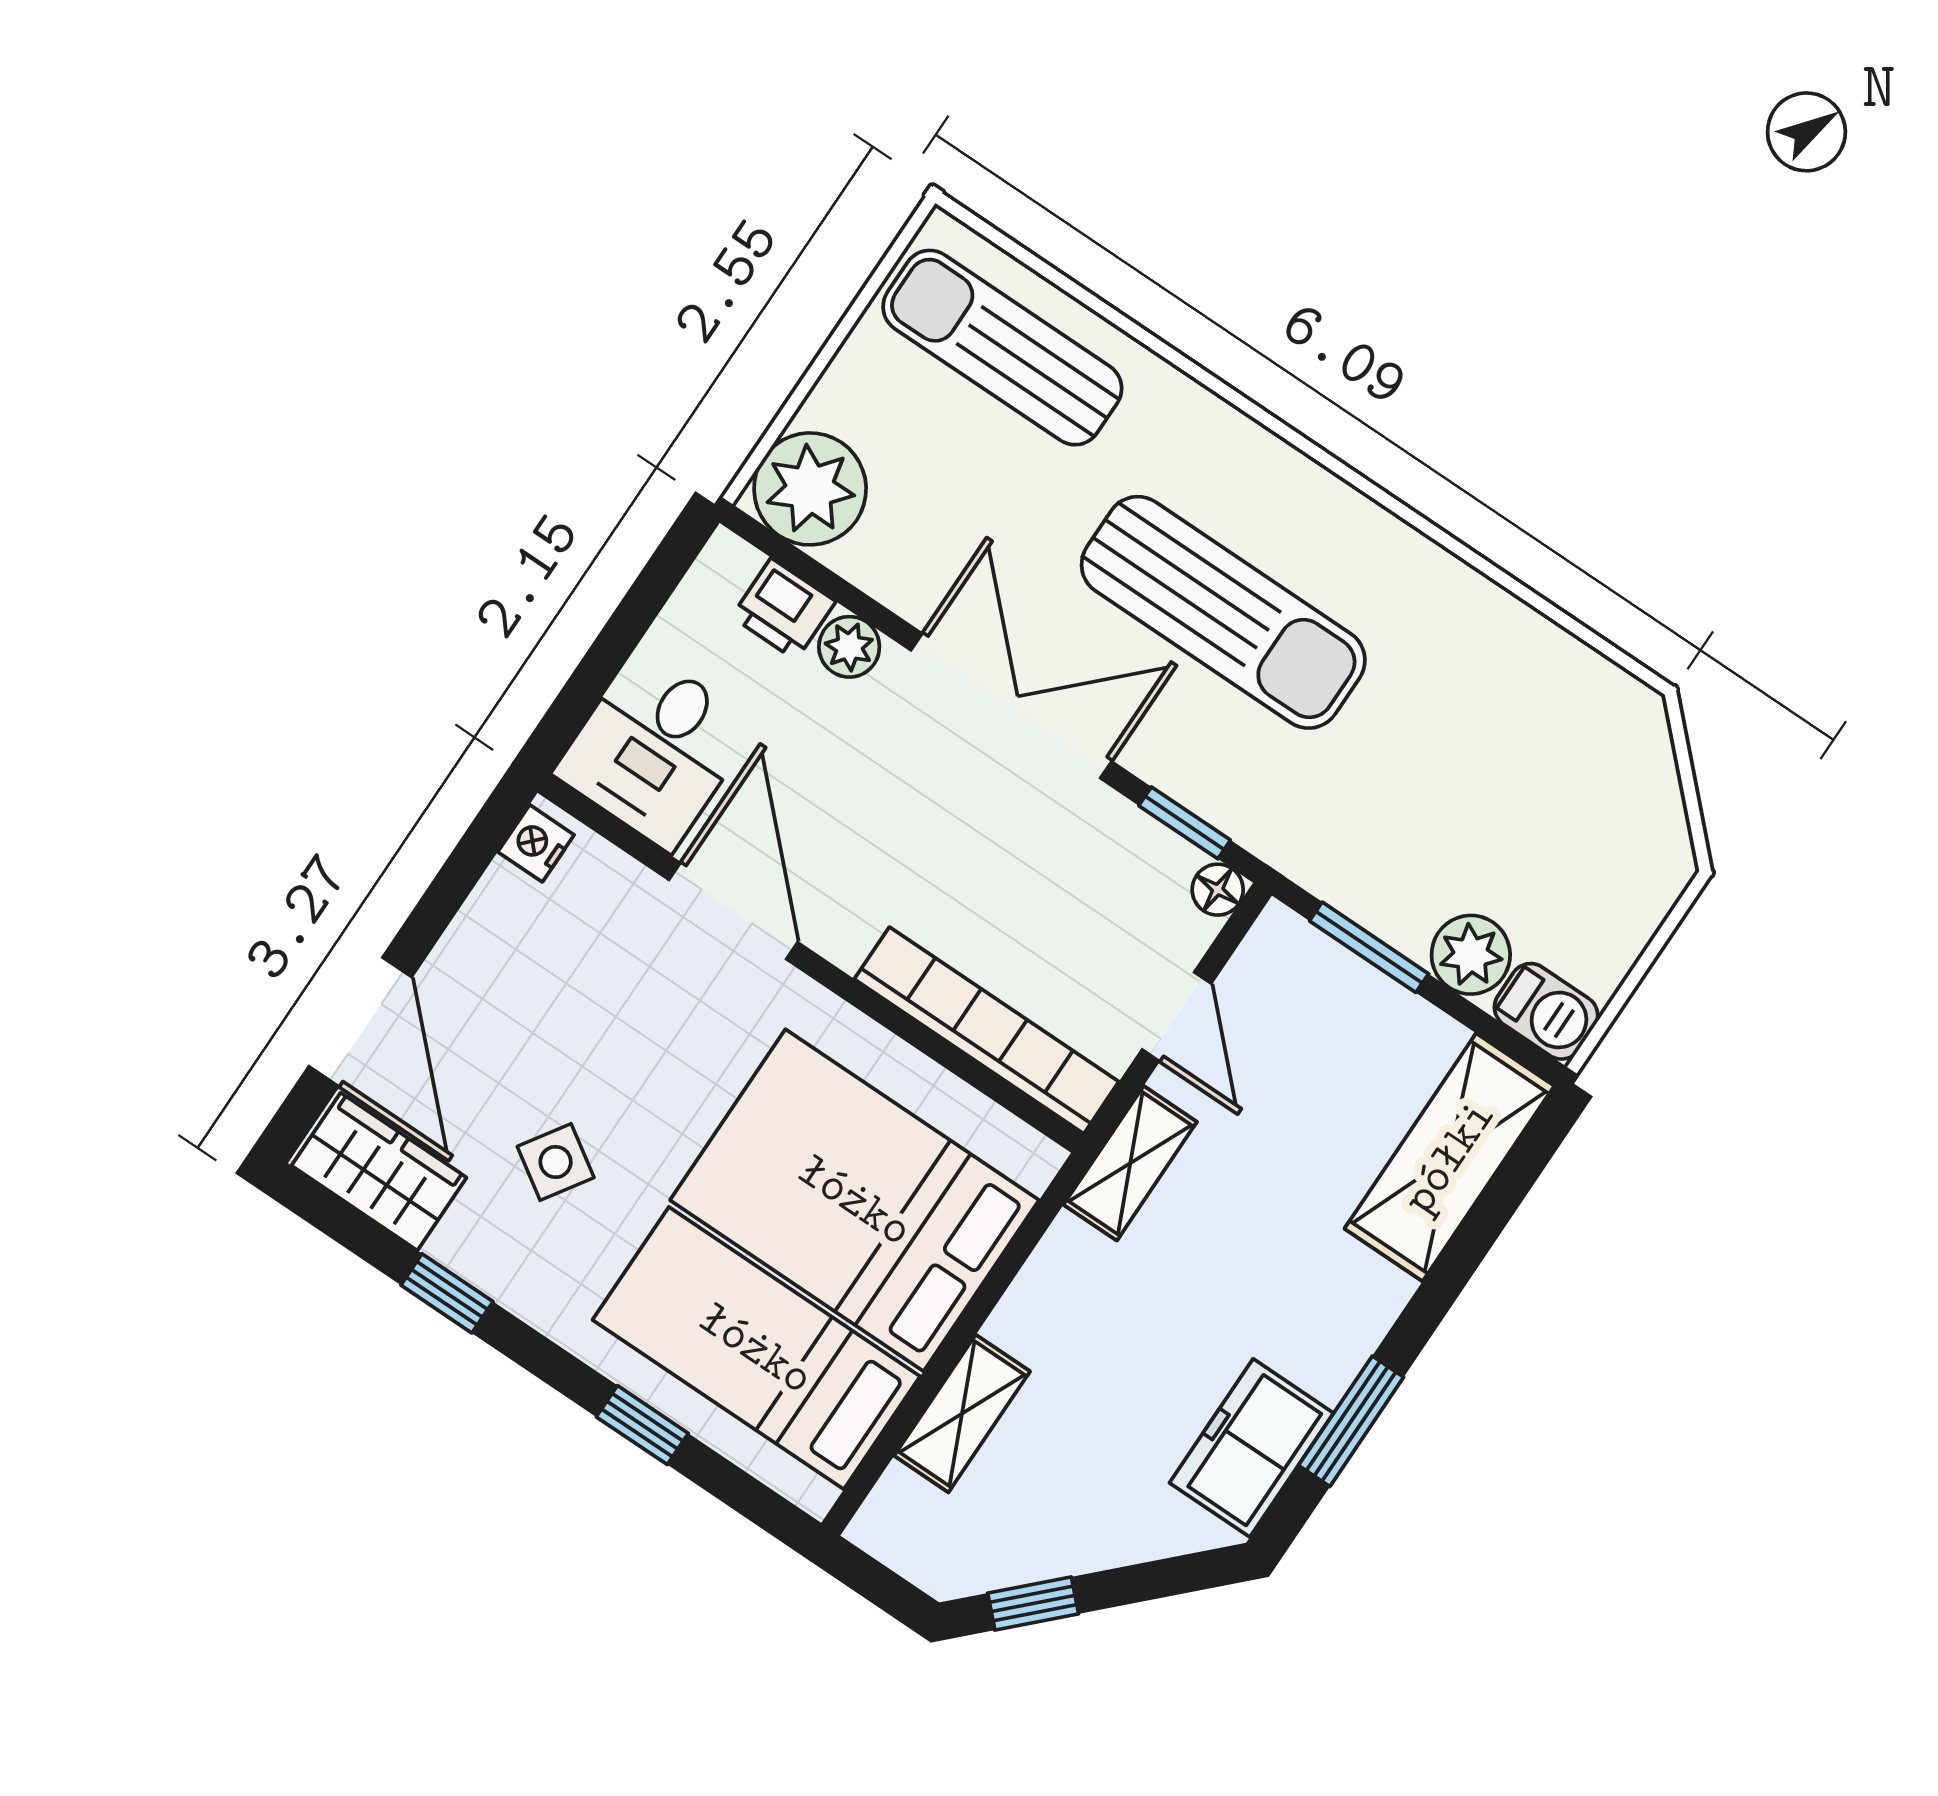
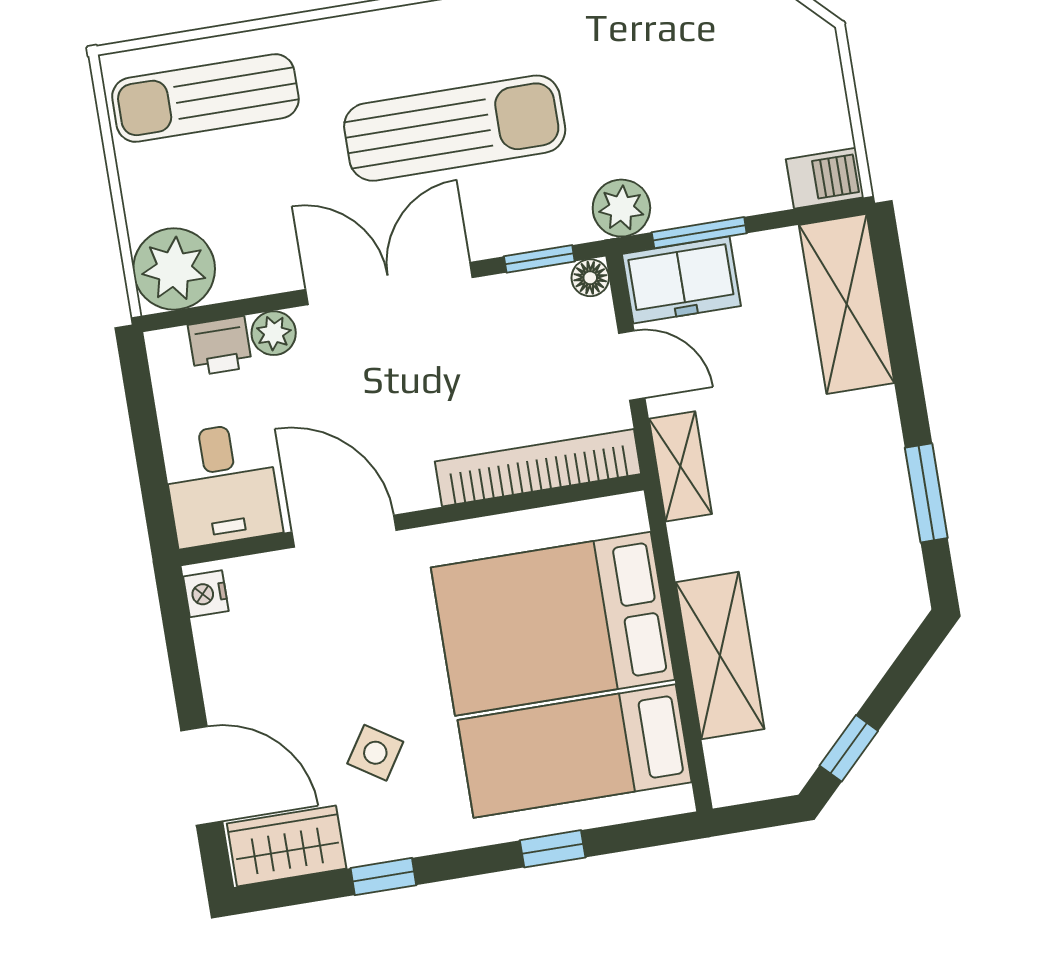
plant: (1471, 955) -> (621, 208), moved
shelving: (962, 1414) -> (720, 656), width x1.50, depth x1.33
freezer: (1252, 1448) -> (681, 280), moved, turned -90

